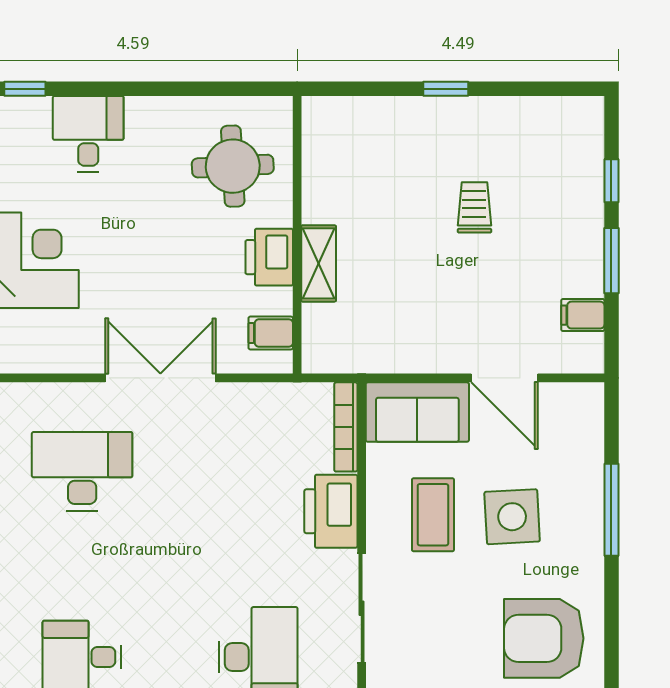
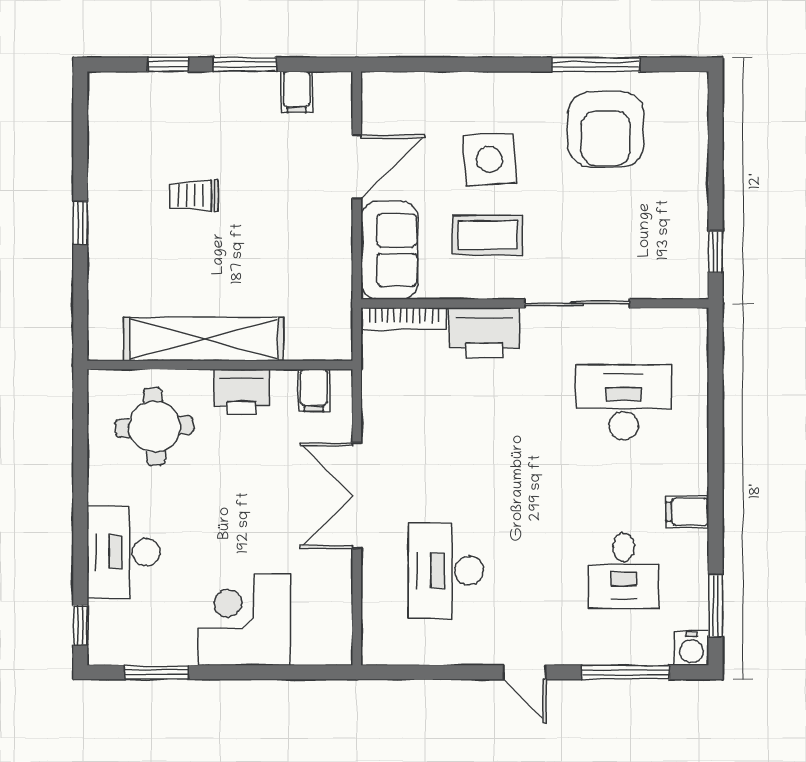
desk: (88, 134) -> (124, 552), width x1.37
shelving: (319, 263) -> (204, 339), width x2.20, depth x1.33
window: (611, 510) -> (596, 65), moved

